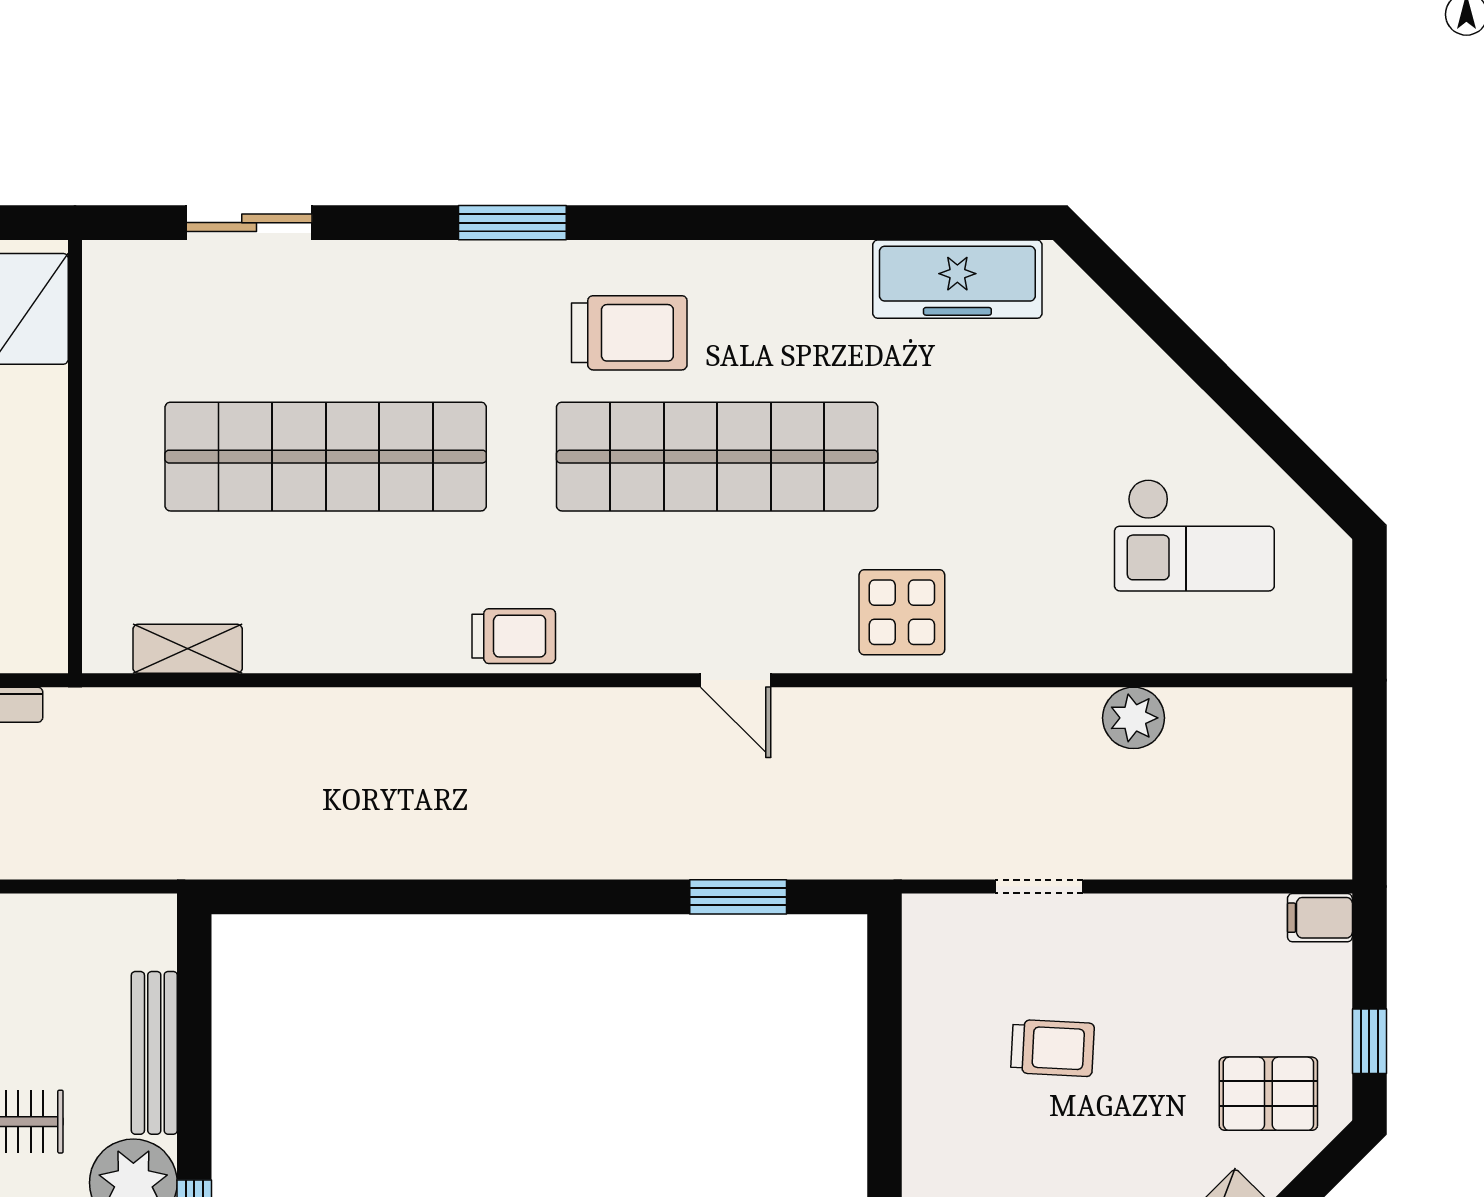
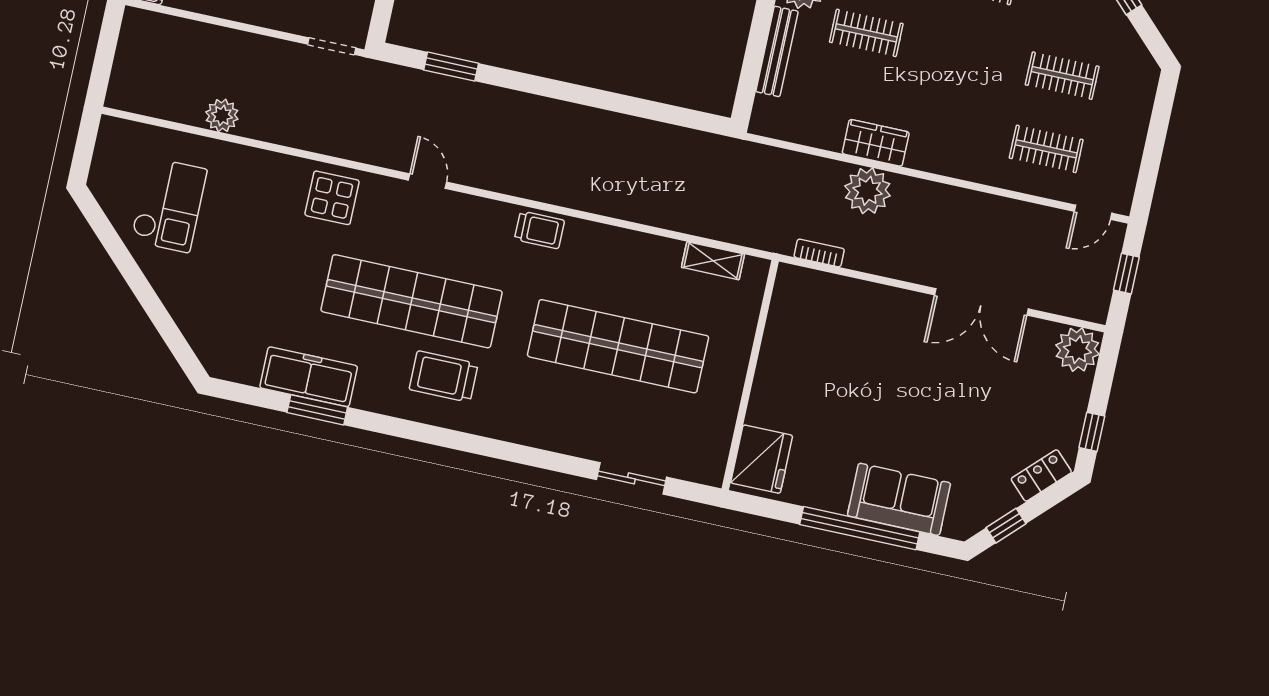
window: (512, 223) -> (317, 410), moved
freezer: (957, 279) -> (309, 377), moved
checkout: (1194, 535) -> (169, 205), turned 90
trolley: (514, 636) -> (539, 230), turned 180
doorway: (1039, 887) -> (332, 46), moved

